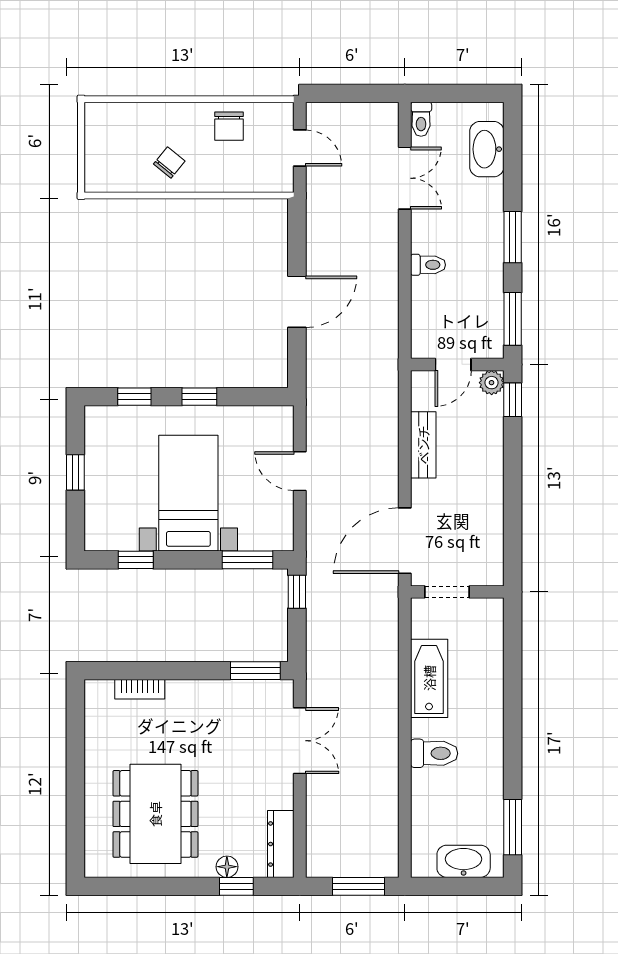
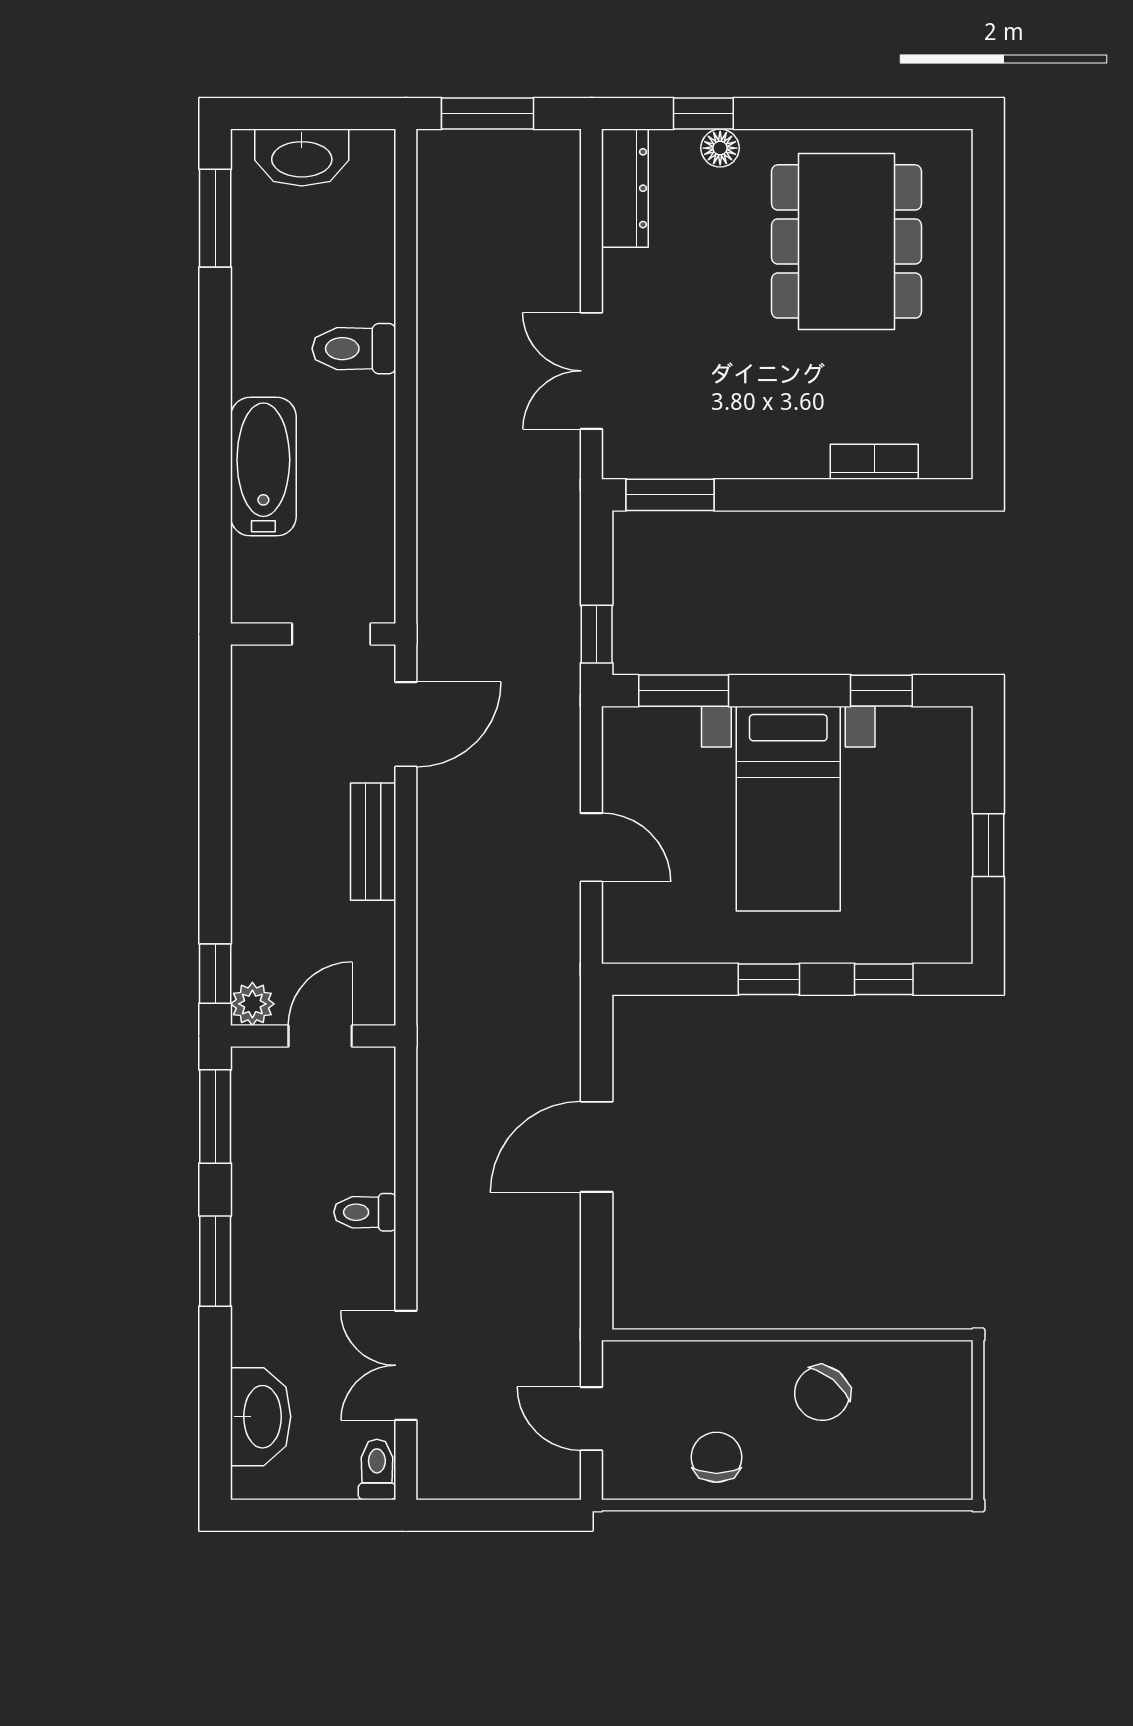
chair: (169, 162) -> (822, 1393), width x1.37, depth x1.37
bench: (423, 445) -> (373, 842), moved
door: (405, 541) -> (406, 724), width x0.73
bathtub: (429, 678) -> (263, 467), moved, turned 180

